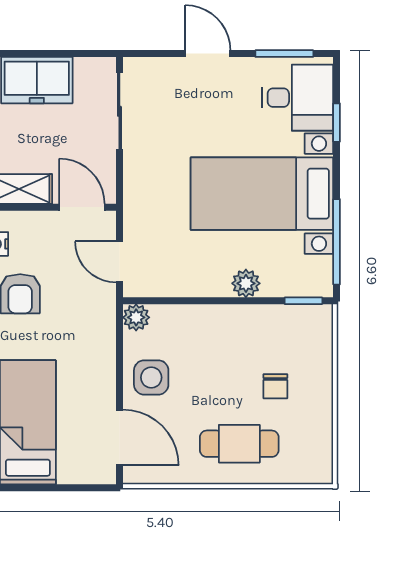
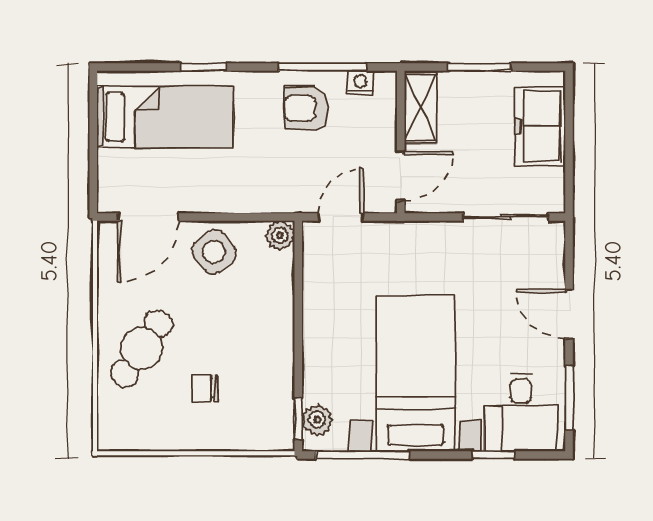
door: (208, 54) -> (569, 314), swing flipped
plant: (246, 283) -> (317, 420), moved
side table: (151, 377) -> (214, 252), turned -37
cafe table: (239, 444) -> (142, 348), turned 34

